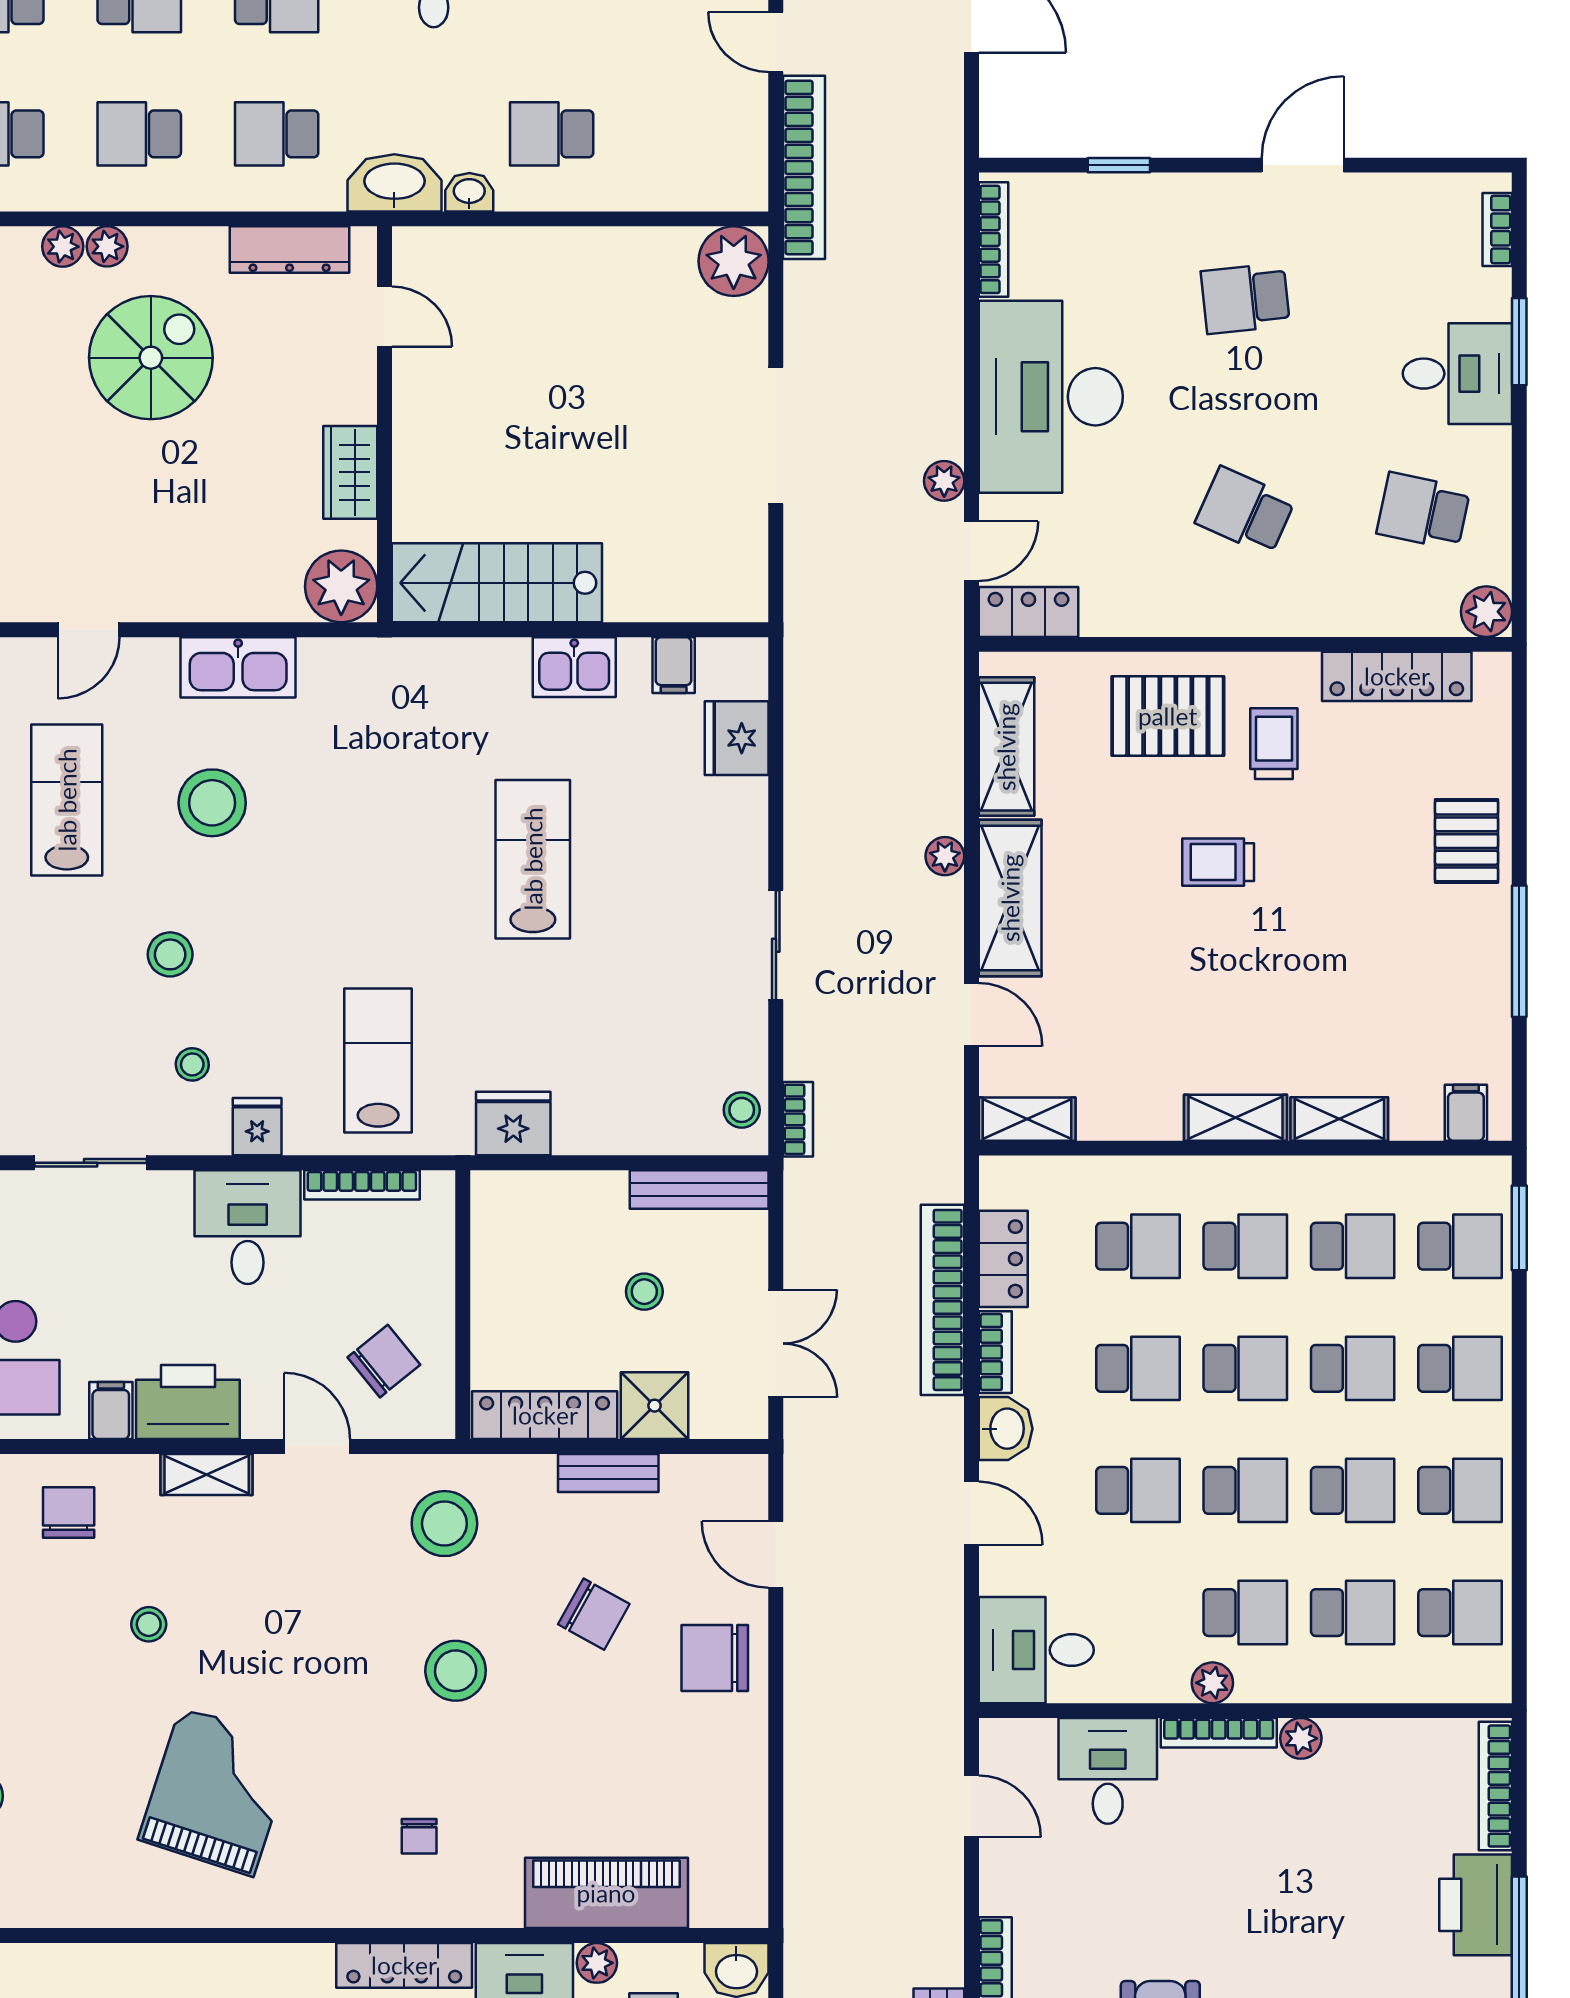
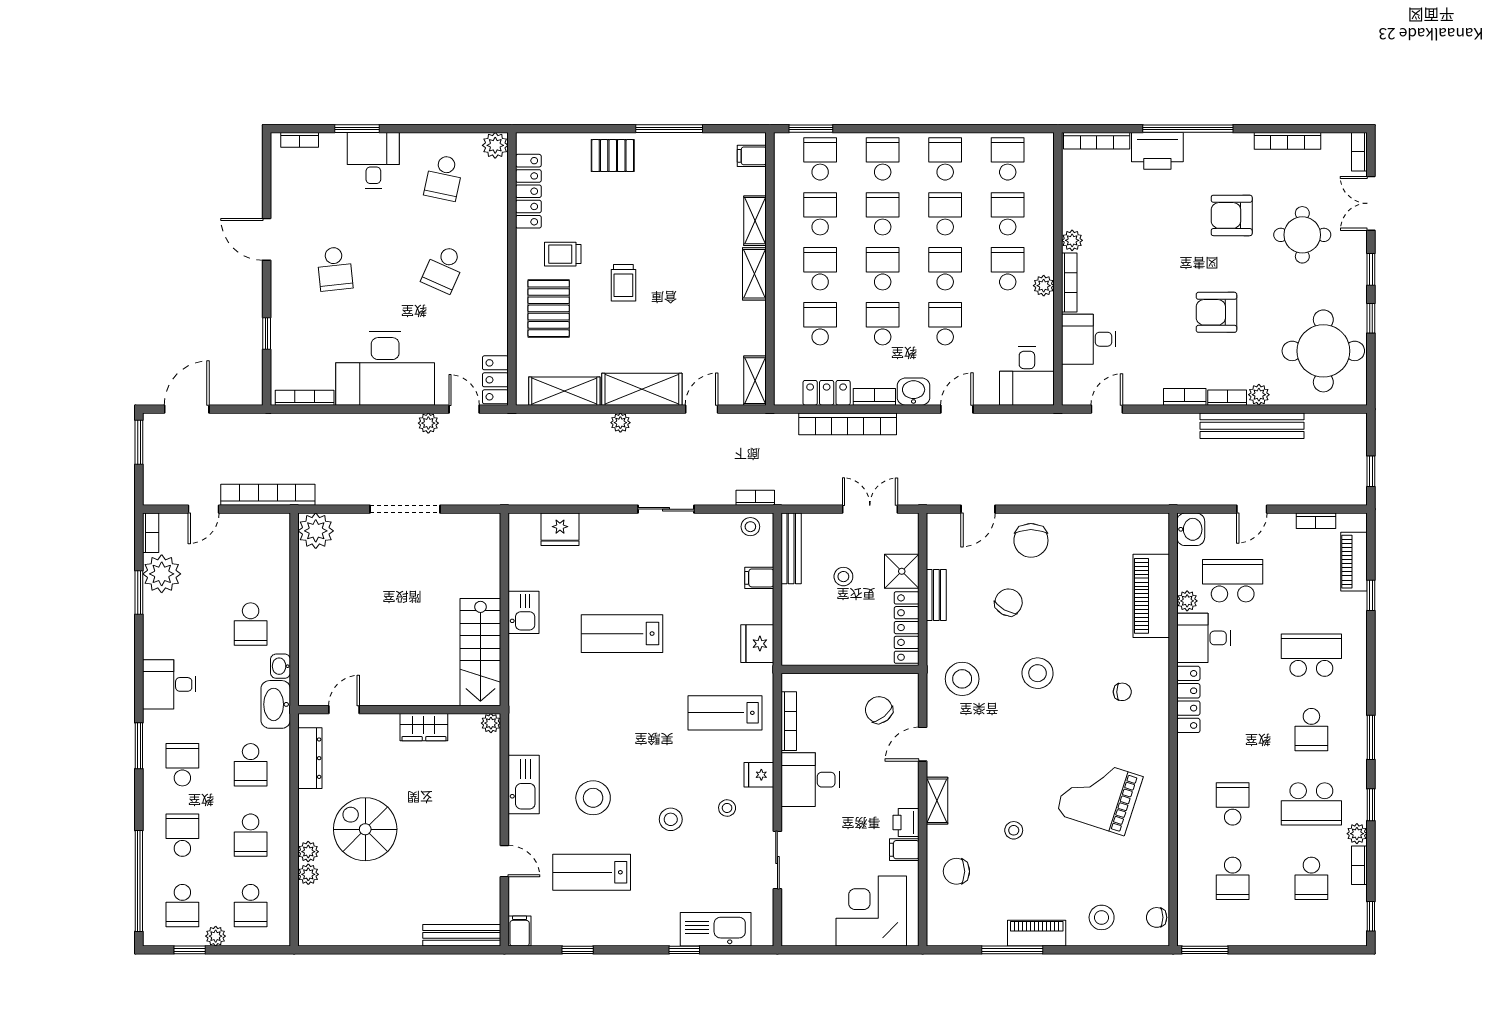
plant: (341, 586) -> (491, 723), width x0.53, depth x0.53
filing cabinet: (674, 665) -> (759, 578), moved, turned 180
printer: (188, 1402) -> (906, 823), width x0.53, depth x0.68

